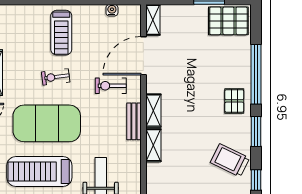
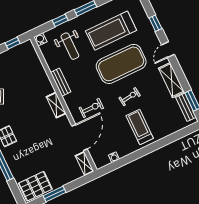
bench: (134, 121) -> (61, 82), moved
shelving: (153, 145) -> (46, 83), removed
treadmill: (39, 171) -> (111, 31), turned 180

